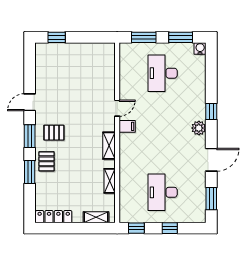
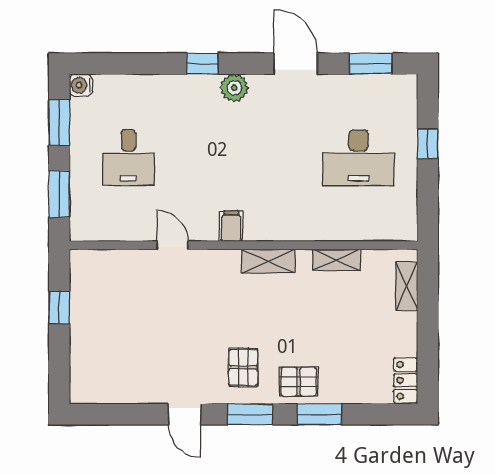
window: (57, 37) -> (59, 307), moved
desk: (163, 73) -> (128, 158), width x0.73
door: (117, 108) -> (172, 245), moved
locker: (54, 217) -> (406, 380), width x0.66
window: (136, 228) -> (428, 208), removed

